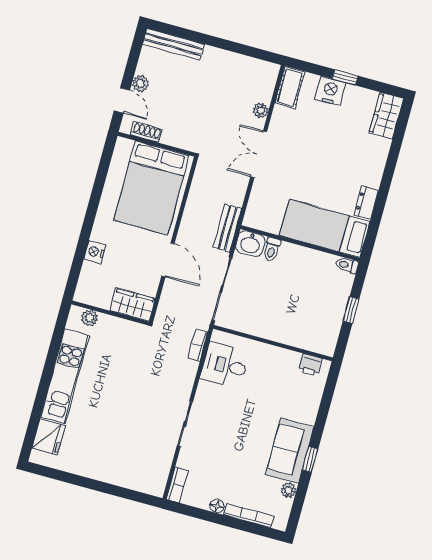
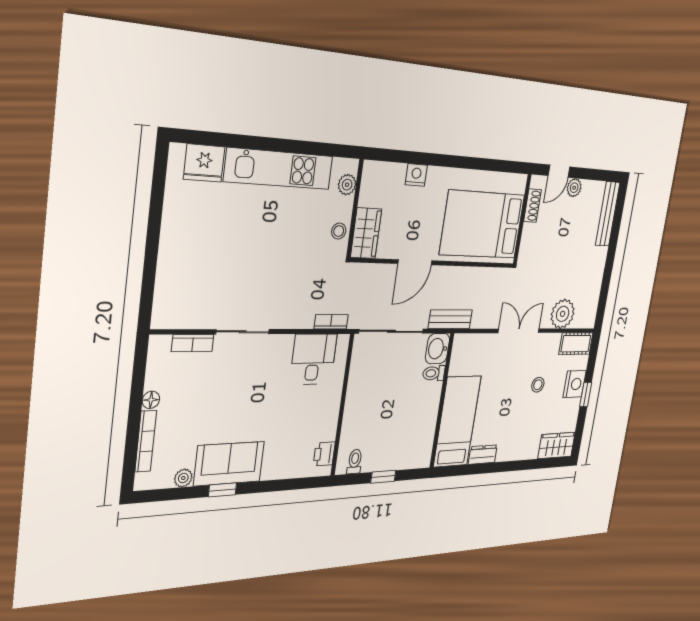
plant: (261, 110) -> (563, 314), width x1.88, depth x1.88
stool: (317, 135) -> (538, 385), added
toilet: (347, 265) -> (355, 462), moved
stool: (125, 330) -> (339, 231), added
bookcase: (177, 485) -> (193, 343), moved

